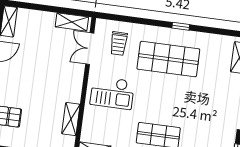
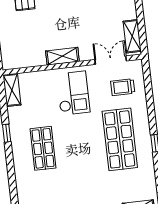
checkout: (112, 93) -> (73, 93), turned 180
shelving: (71, 119) -> (62, 56), moved

